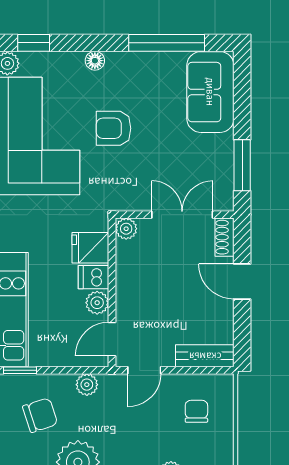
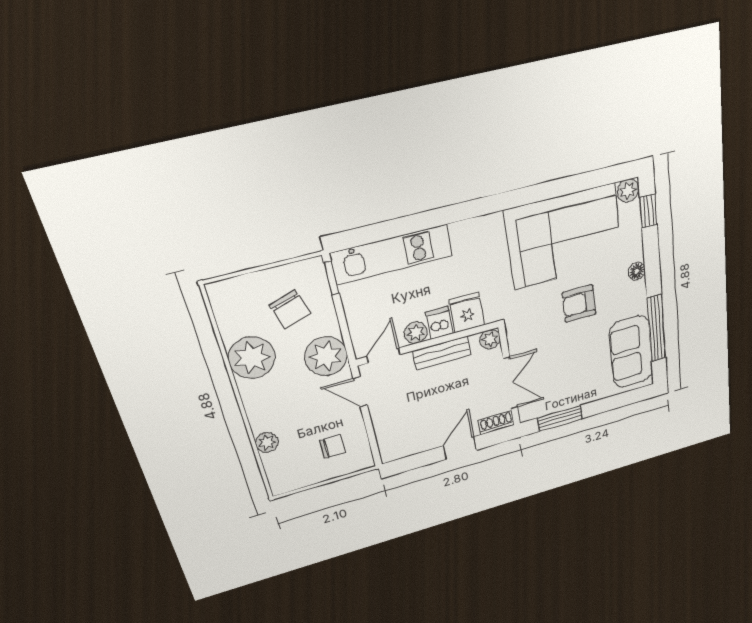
sofa: (210, 92) -> (631, 352), moved, turned -90
armchair: (114, 128) -> (579, 304), turned -90
door: (112, 339) -> (384, 355), hinge flipped
bench: (205, 356) -> (442, 353), moved, turned 90
plant: (87, 385) -> (326, 356), width x1.88, depth x1.88

